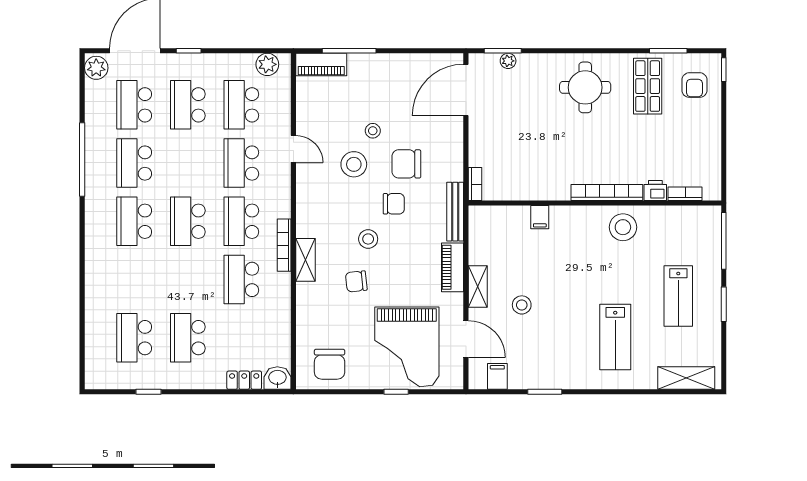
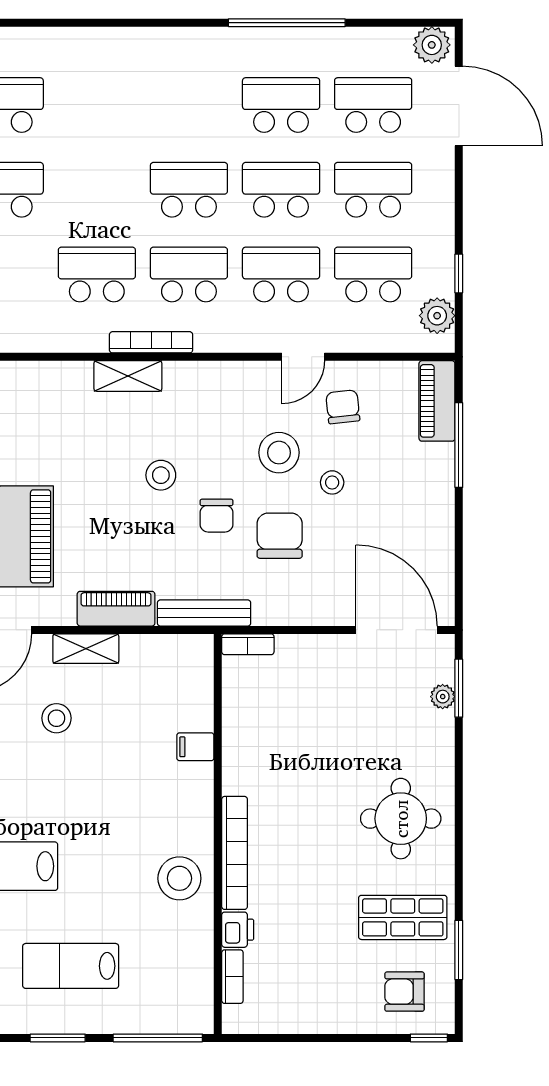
window: (189, 51) -> (459, 273), moved
school desk: (134, 221) -> (281, 190), moved
chair: (356, 281) -> (343, 407), moved

